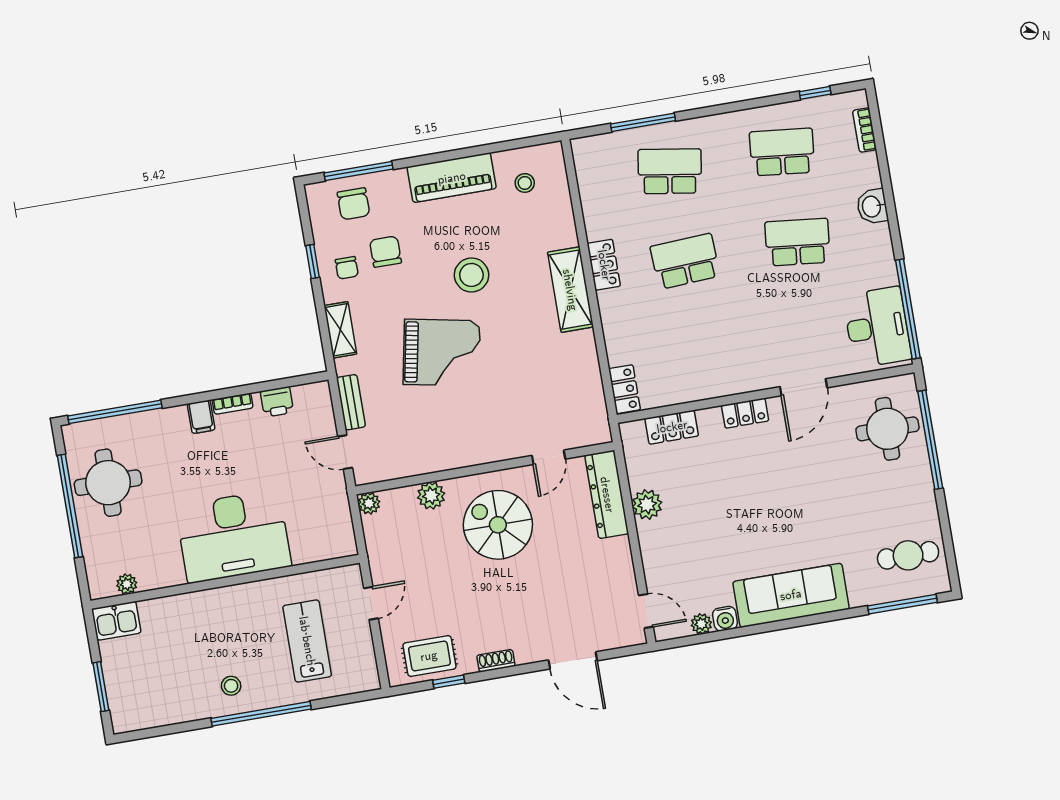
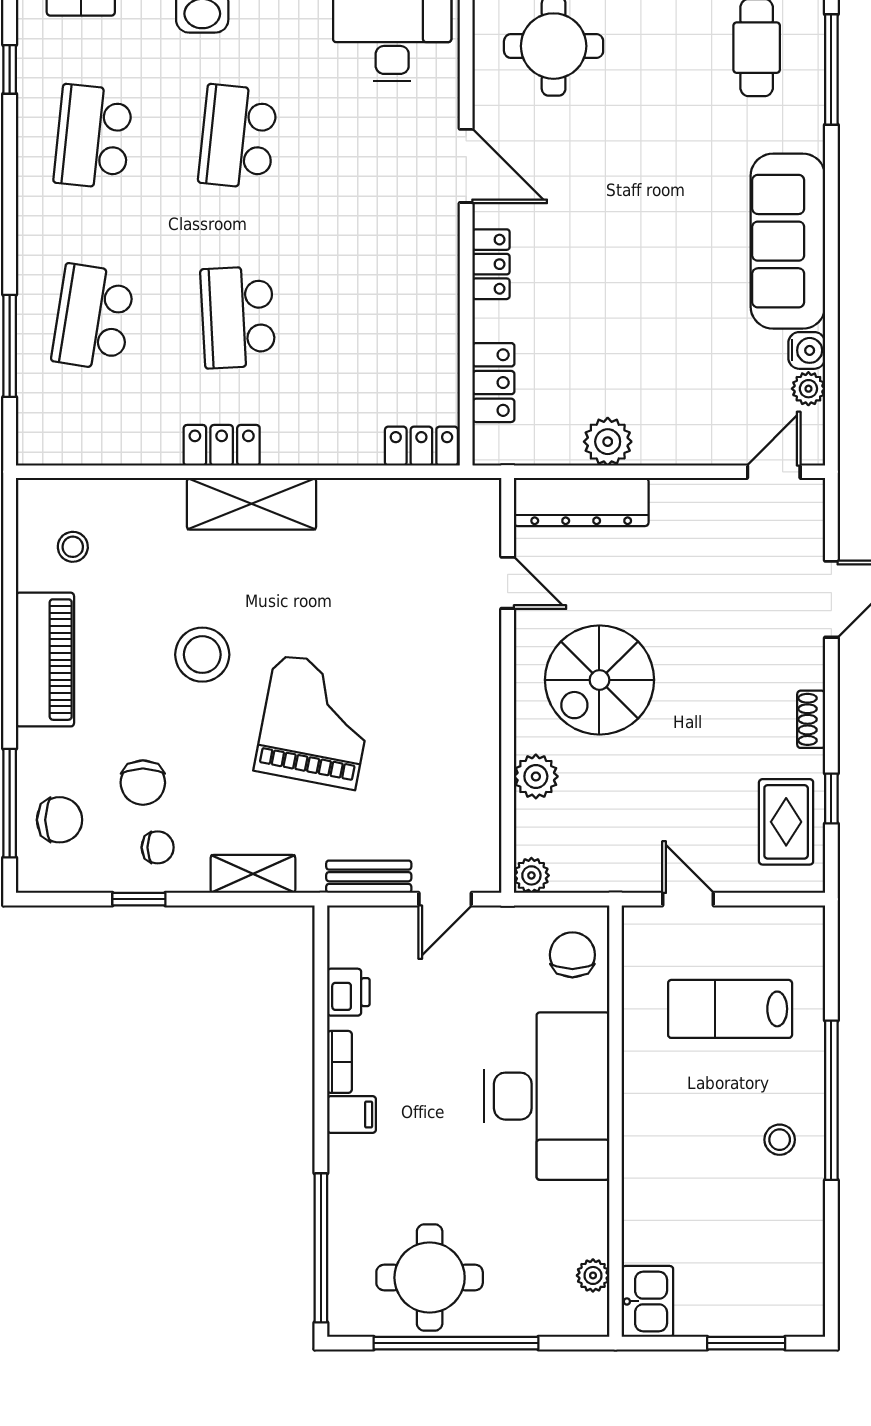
chair: (385, 252) -> (143, 783), turned -90
chair: (324, 537) -> (572, 955), added

